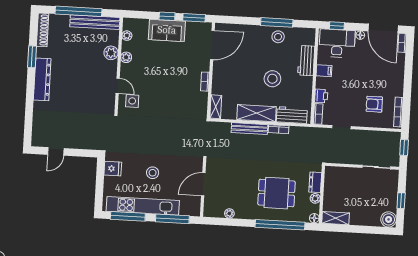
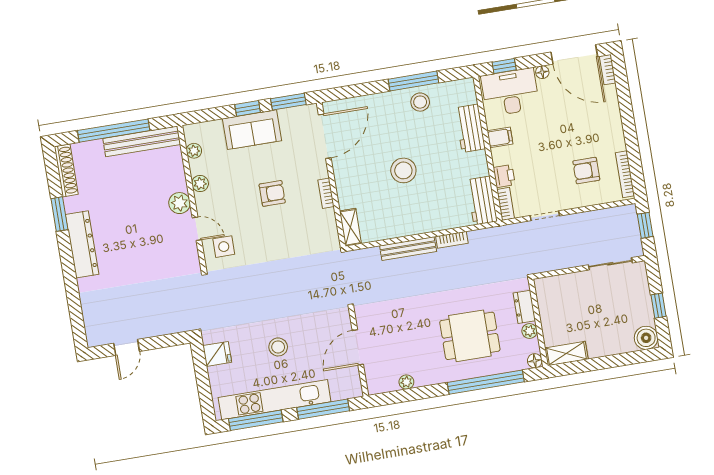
plant: (111, 53) -> (180, 203), moved
armchair: (171, 74) -> (272, 193), added
stool: (272, 79) -> (403, 170), moved
shelving: (257, 113) -> (413, 223), removed
workbench: (292, 115) -> (482, 201), moved, turned -90

